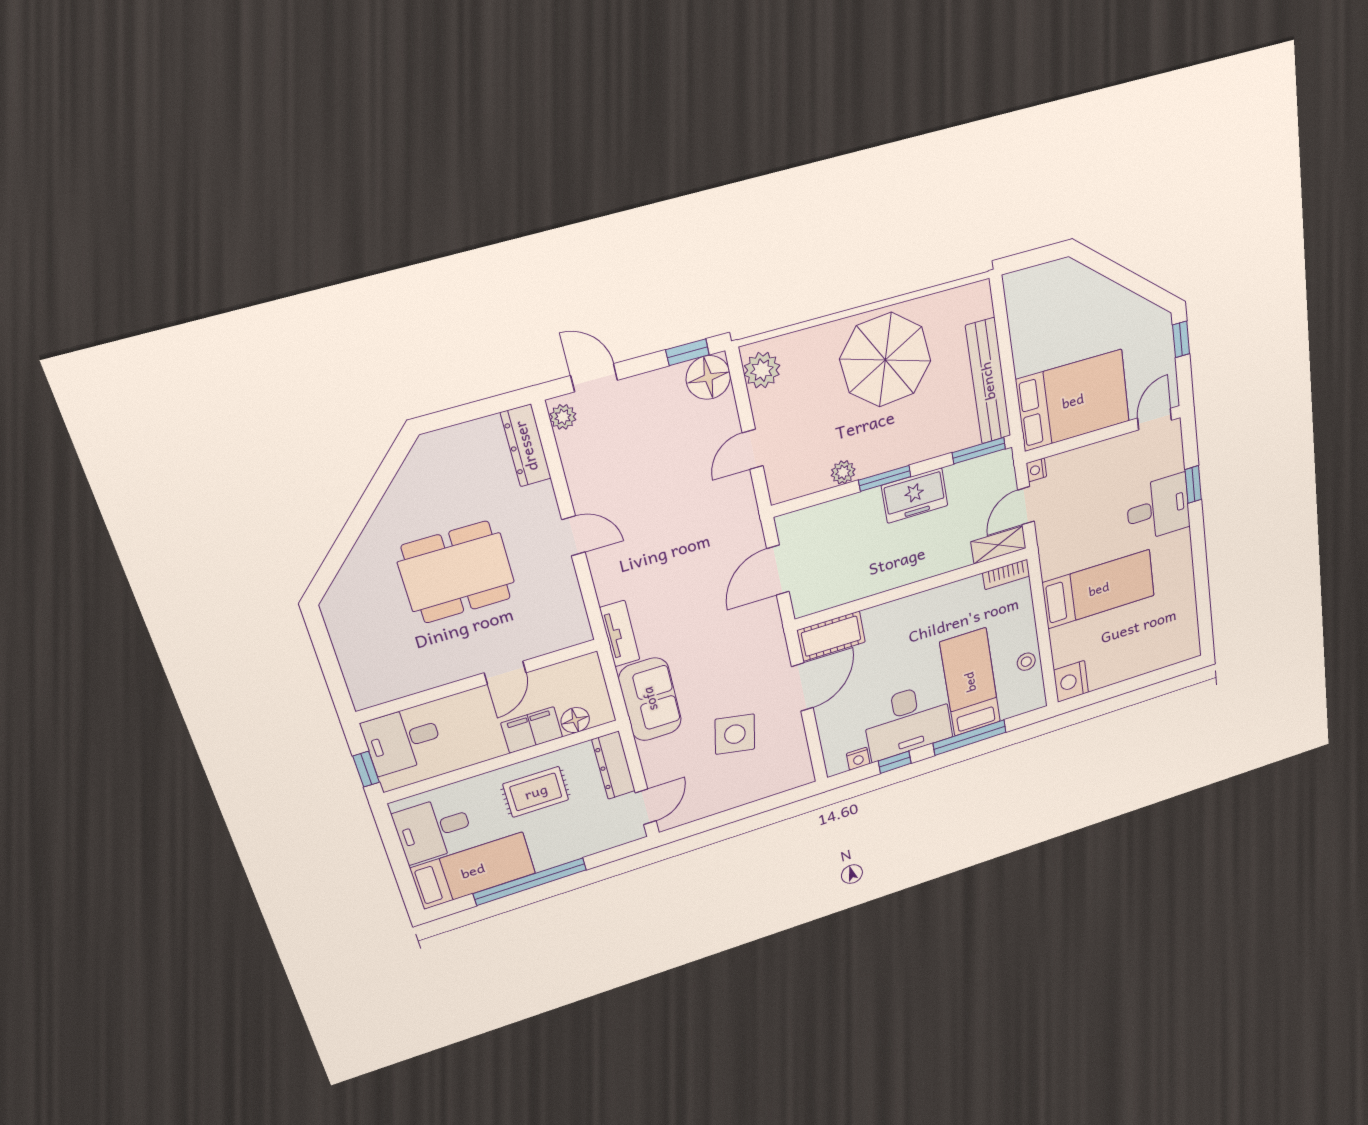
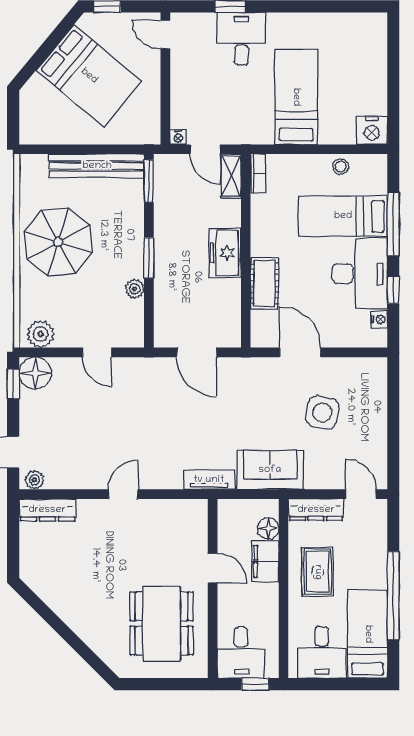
bed: (1073, 401) -> (89, 76), moved, turned 130
freezer: (915, 496) -> (225, 253), moved, turned 180
dining table: (456, 572) -> (162, 623), moved
cot: (831, 636) -> (264, 283), moved

